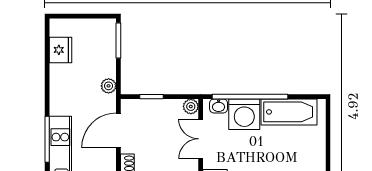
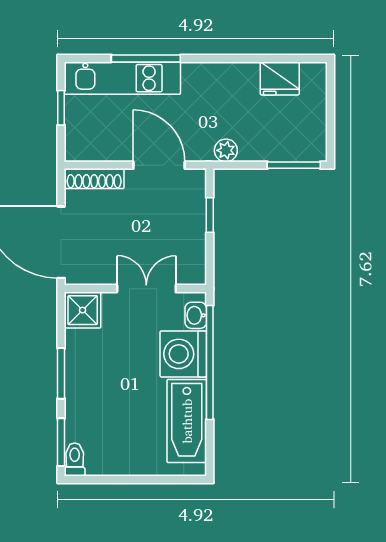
plant: (191, 107) -> (195, 274), removed

